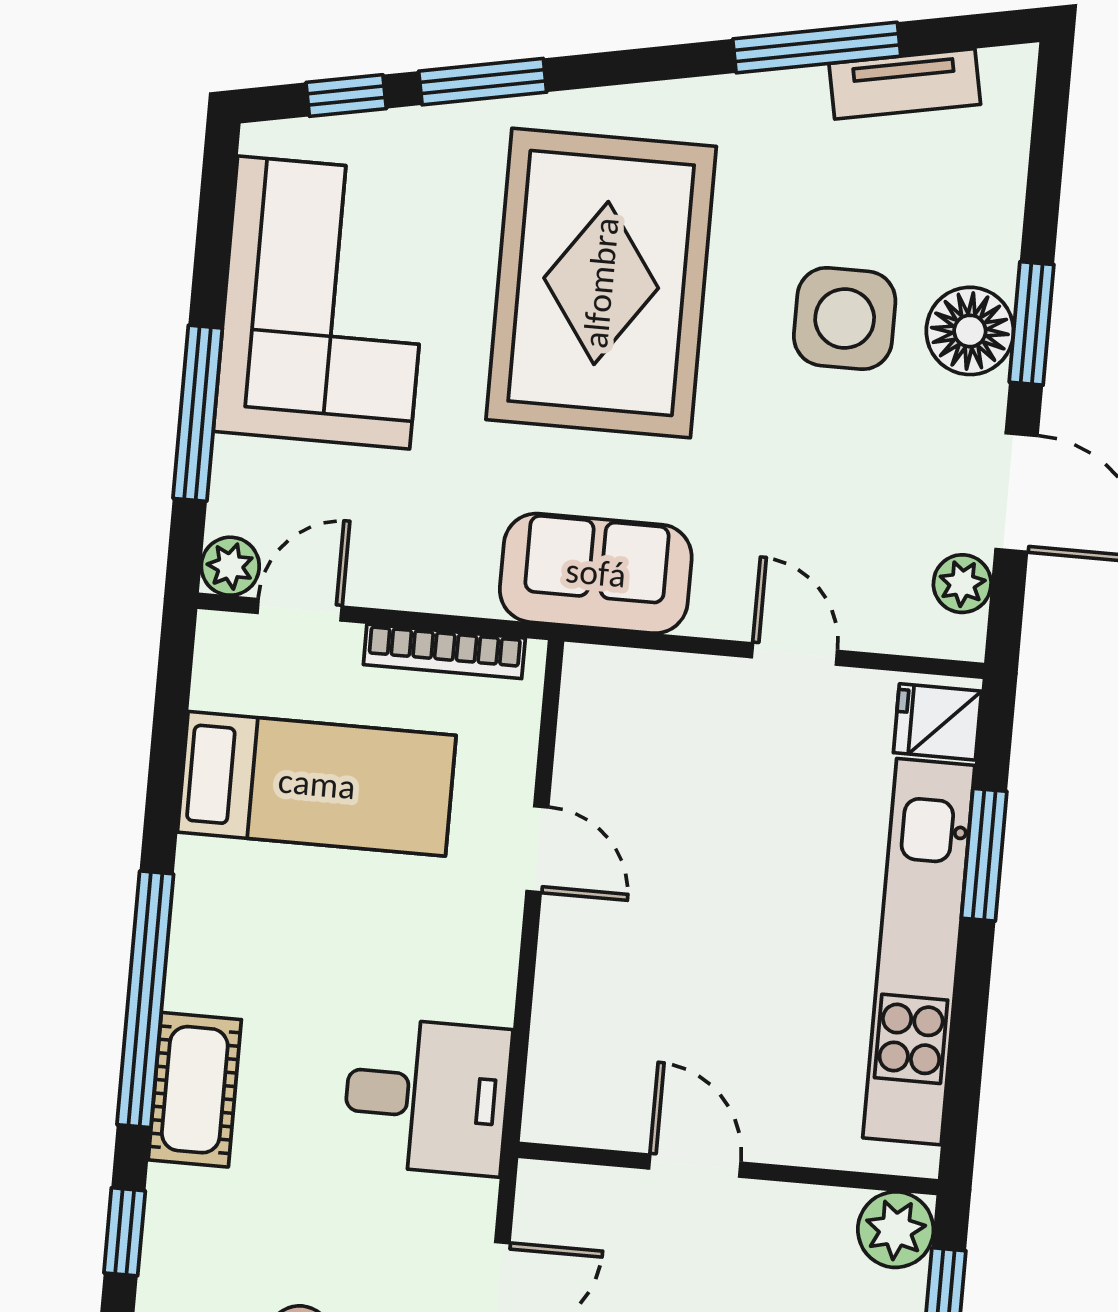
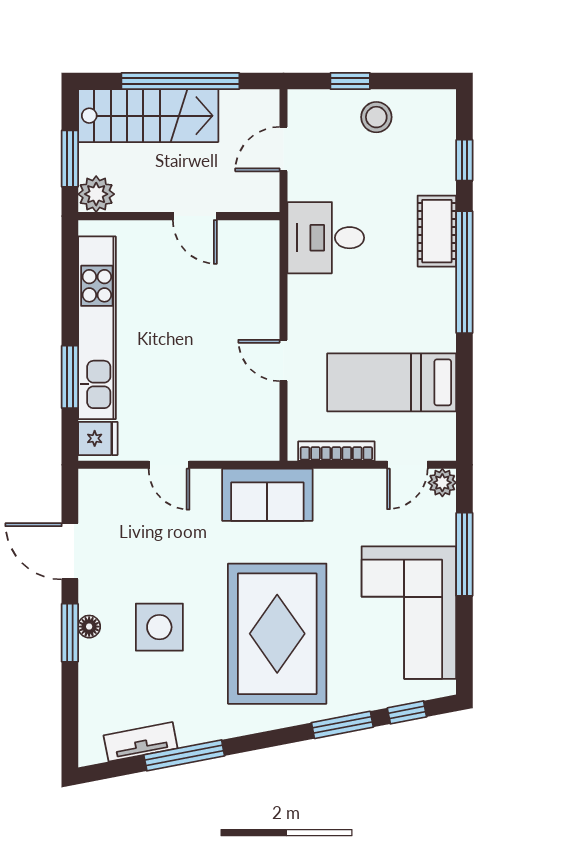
floor lamp: (970, 331) -> (89, 627), width x0.53, depth x0.53
plant: (962, 584) -> (92, 506), removed

